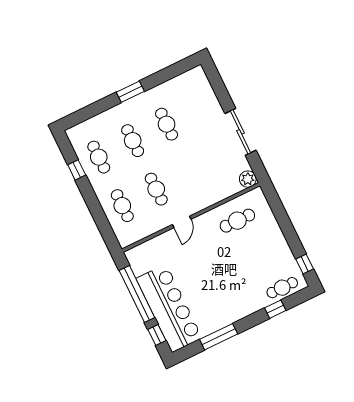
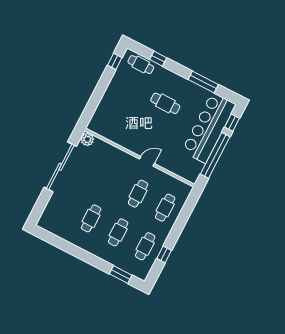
window: (130, 92) -> (121, 274), moved
sliding door: (241, 132) -> (60, 167), width x1.36
cafe table: (237, 221) -> (165, 103), moved

